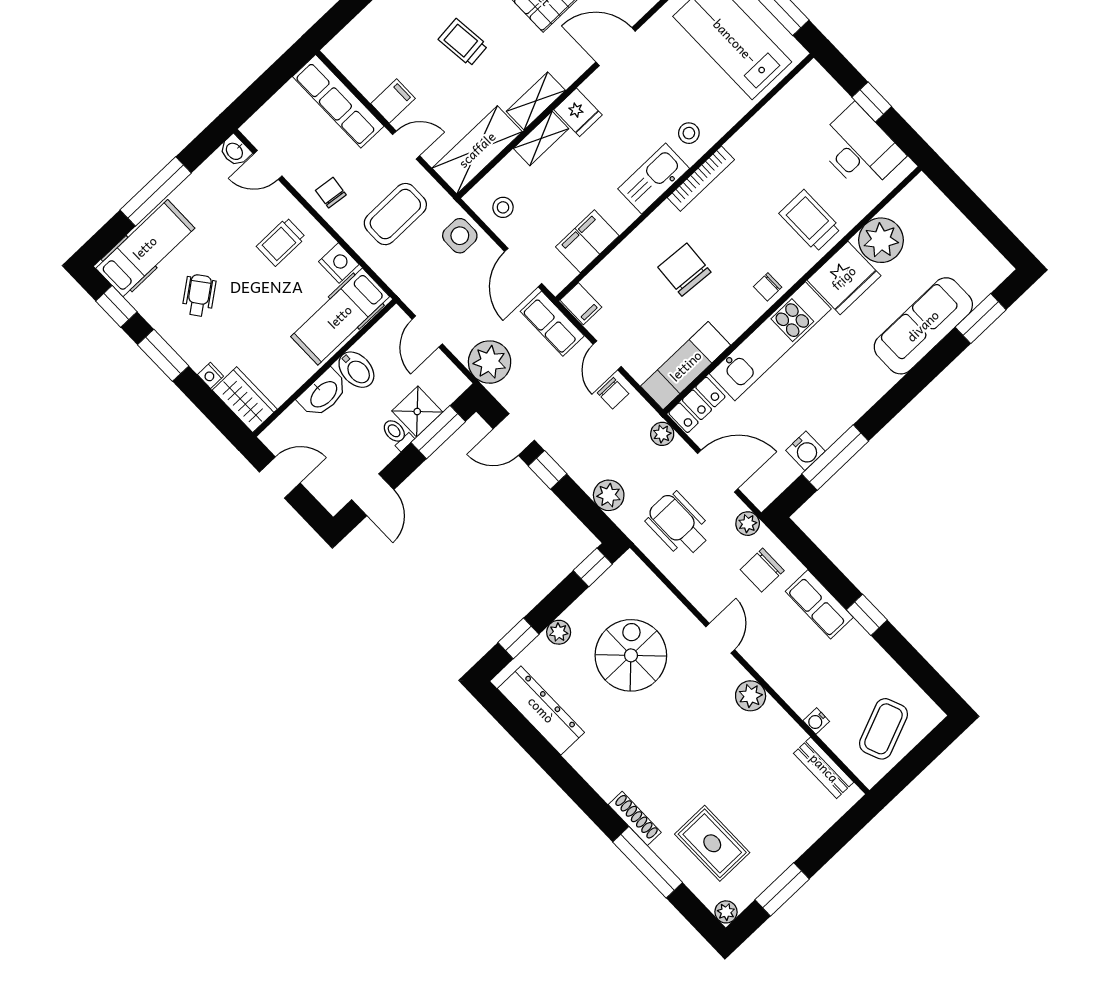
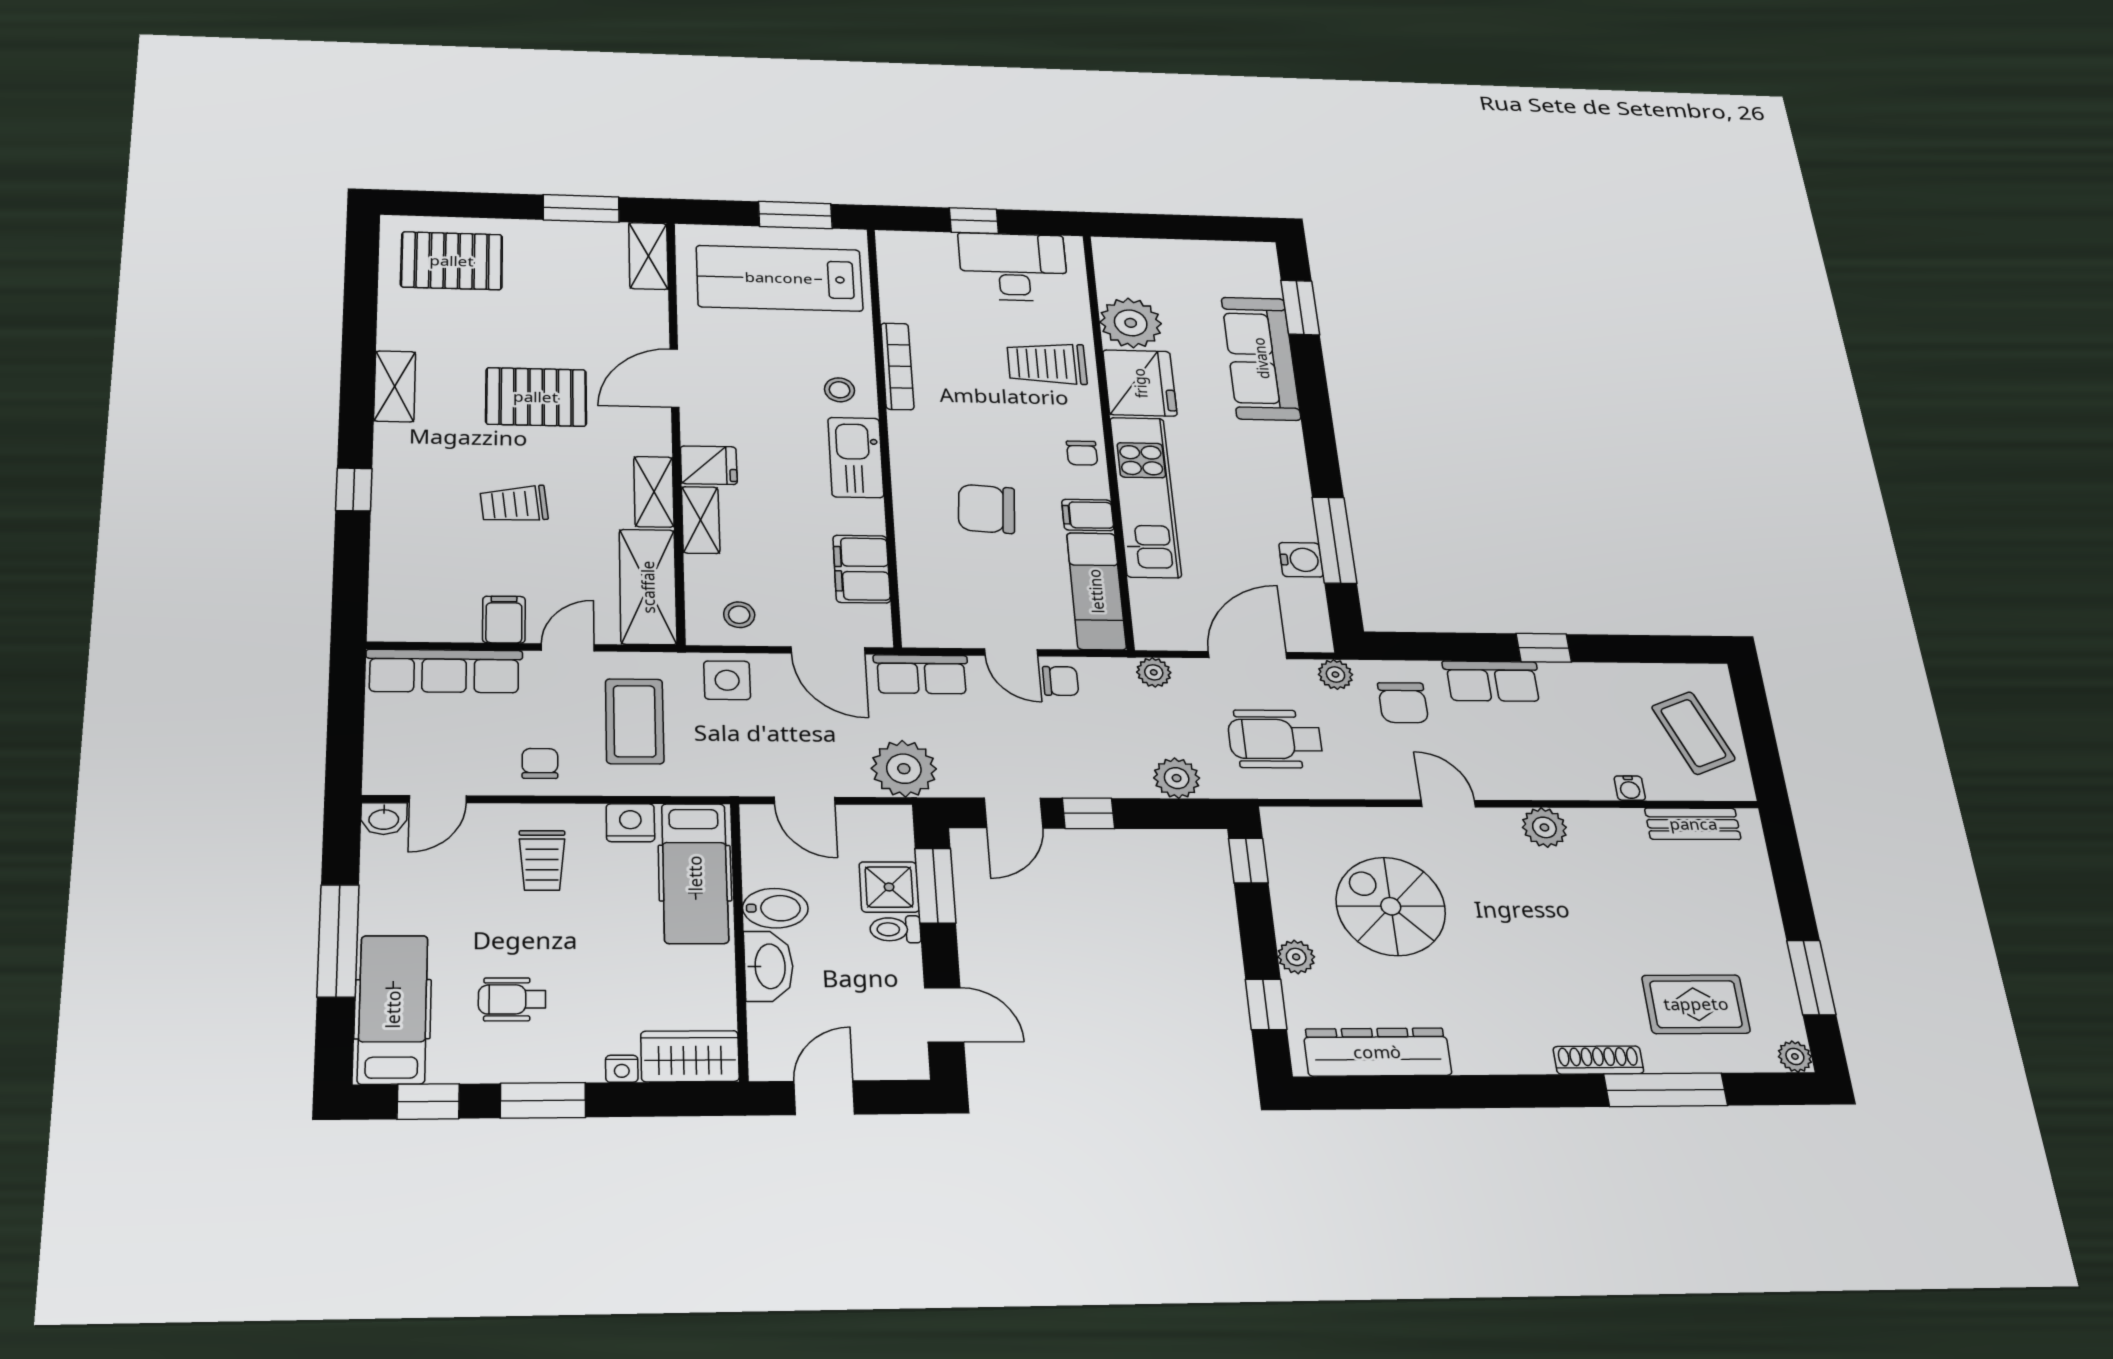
bookcase: (701, 179) -> (897, 366), moved
chair: (331, 193) -> (540, 763), turned 83
wheelchair: (199, 295) -> (512, 999), turned -53
filing cabinet: (581, 304) -> (1088, 515), moved, turned 180
locker: (697, 405) -> (1152, 615), removed

